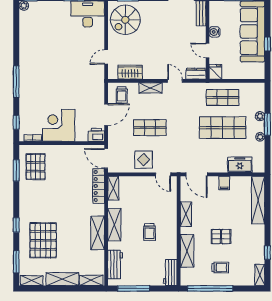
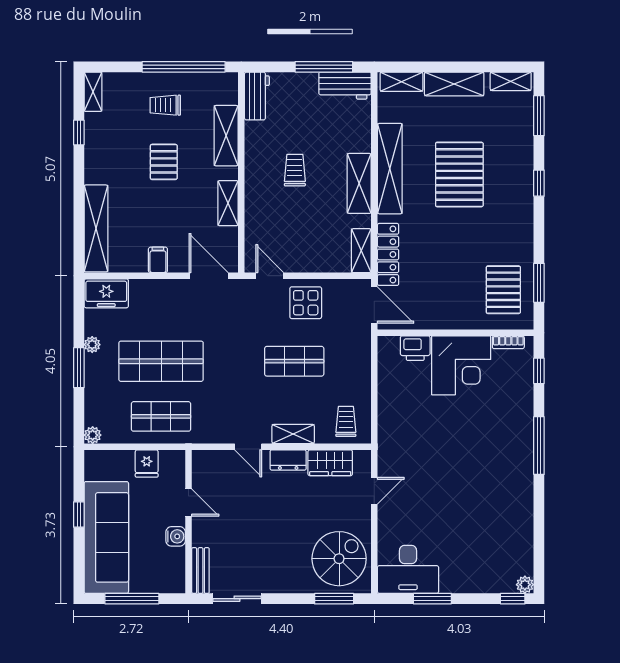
fridge: (215, 72) -> (147, 463), moved
dresser: (196, 74) -> (288, 460), moved
door: (106, 115) -> (374, 385), removed
plant: (260, 116) -> (93, 435), moved
printer: (96, 135) -> (415, 348), moved
freezer: (240, 165) -> (106, 293), moved
shelving: (98, 233) -> (390, 169), width x1.47
pallet: (221, 237) -> (164, 162), turned 90
pallet: (43, 240) -> (459, 174), moved
workbench: (115, 265) -> (345, 86), moved, turned -90

